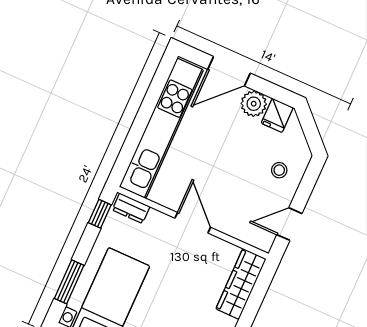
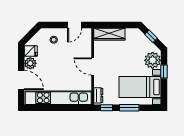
door: (193, 223) -> (93, 66), hinge flipped
door: (289, 224) -> (75, 25), hinge flipped
window: (69, 282) -> (129, 108), moved

